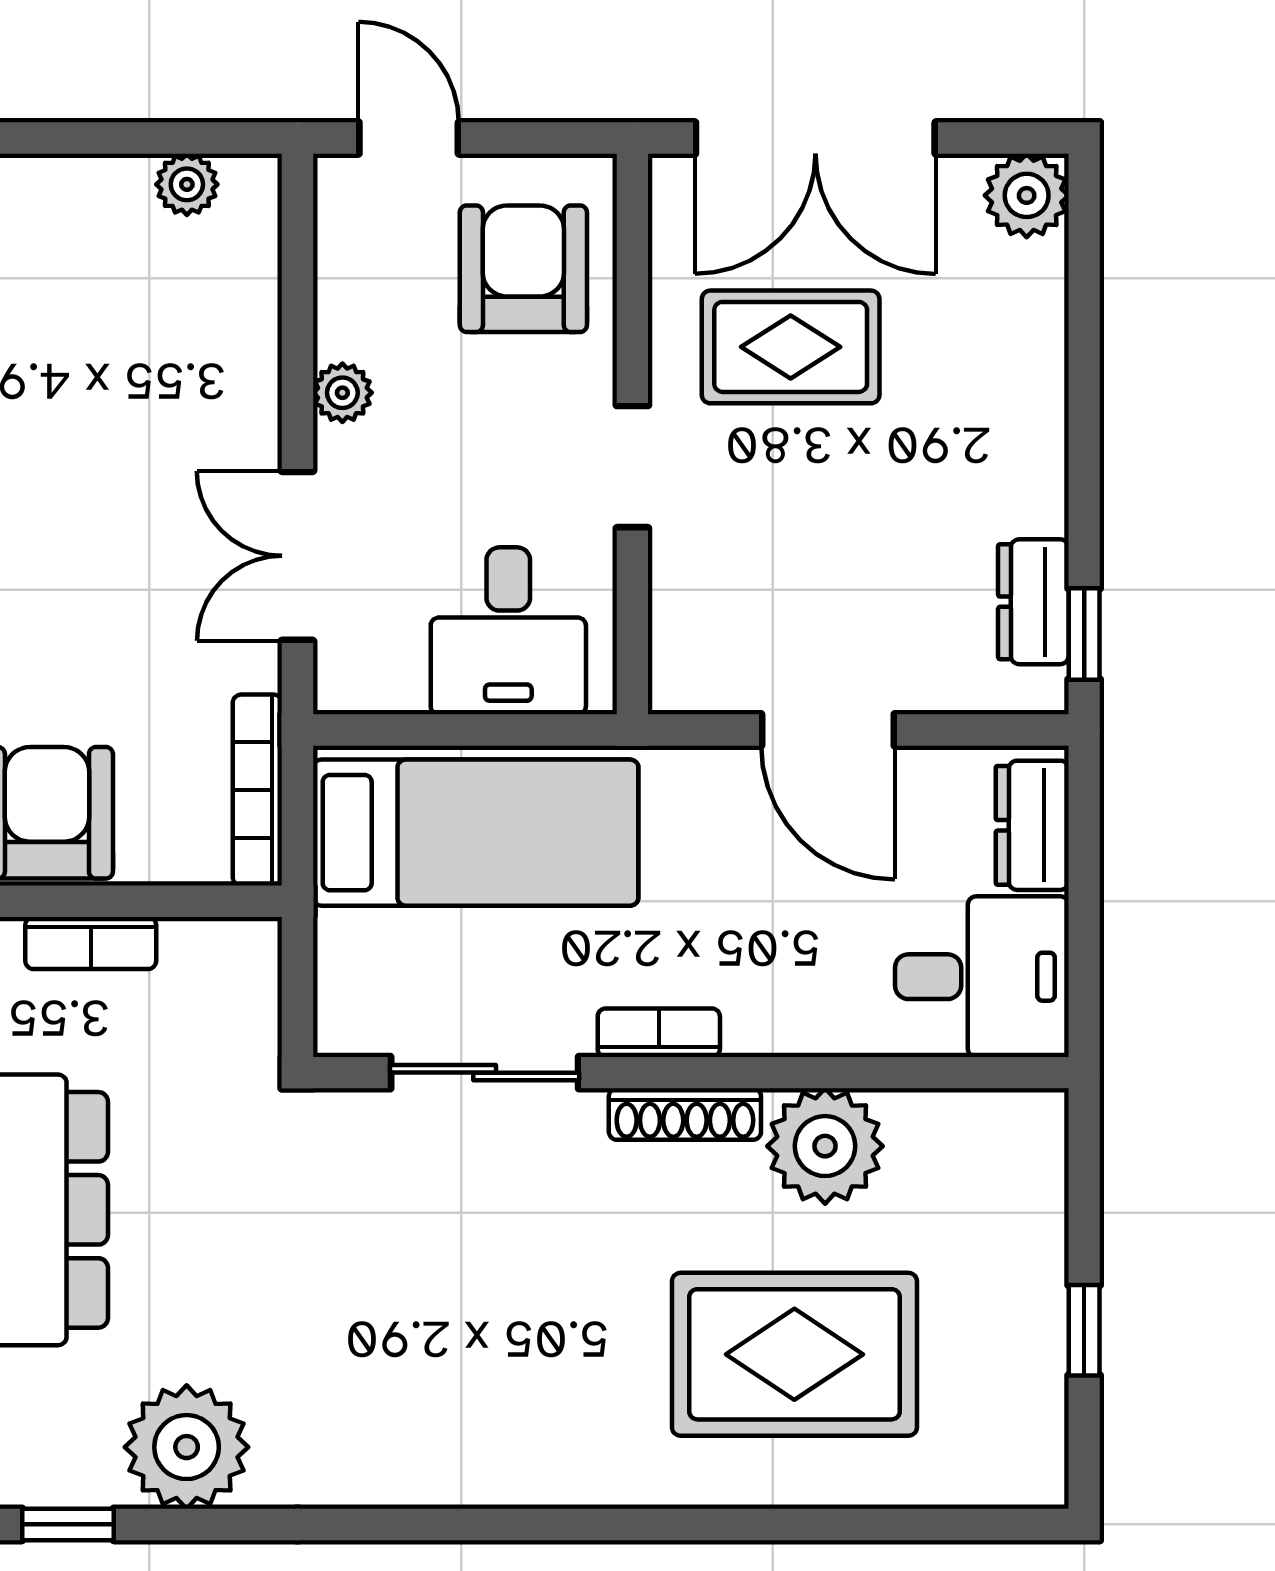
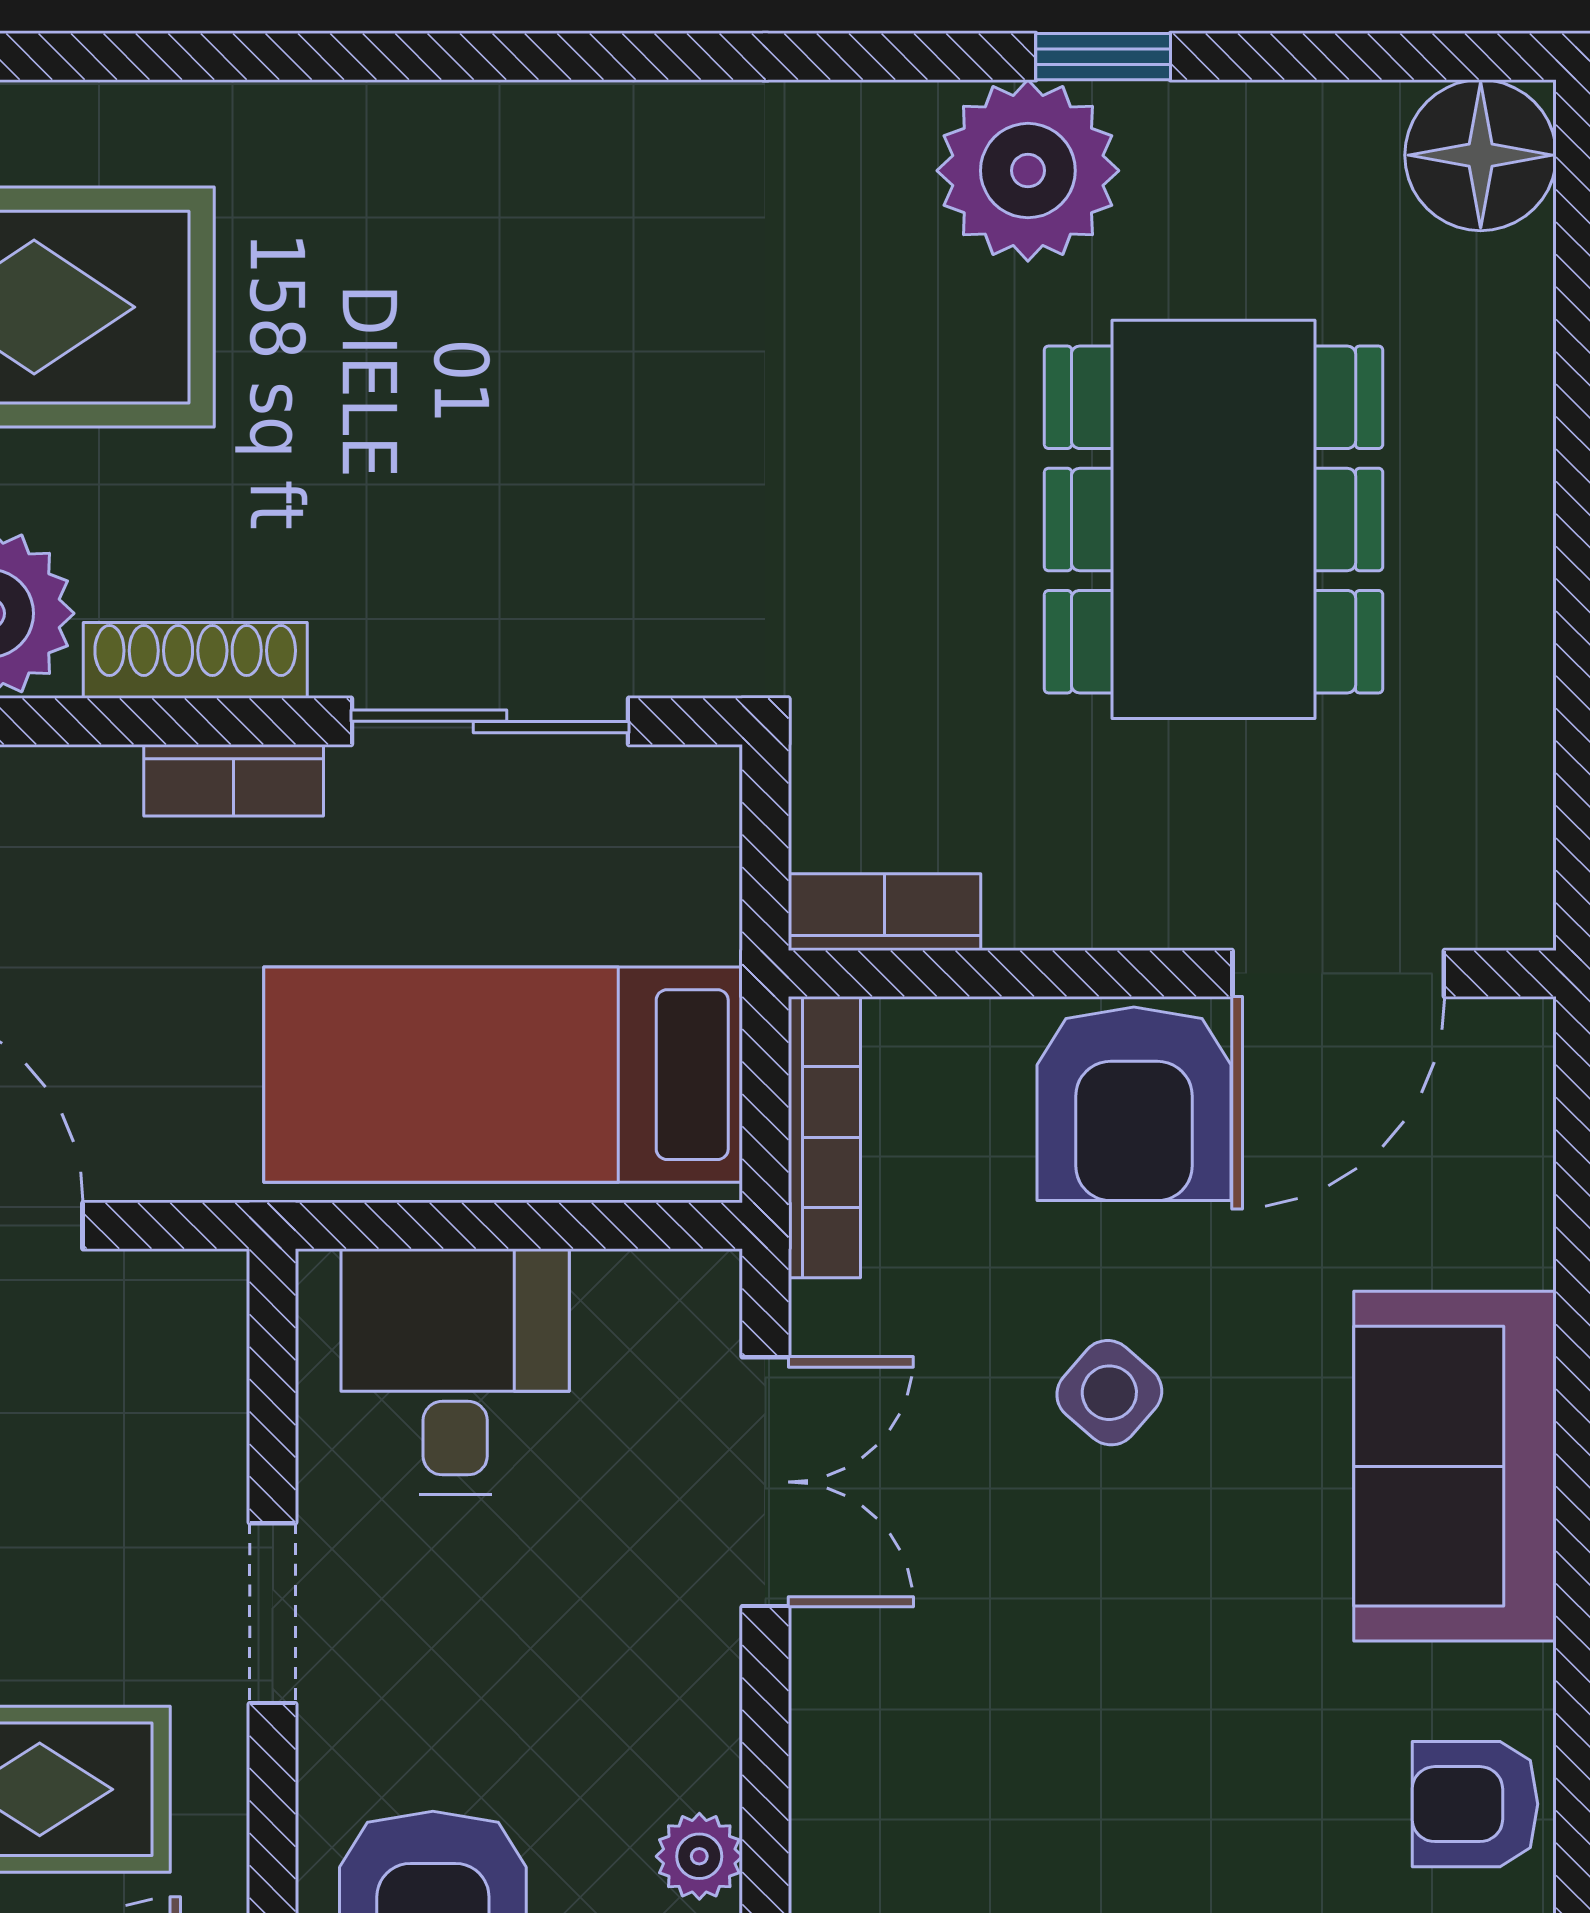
plant: (342, 393) -> (699, 1856), moved
side table: (64, 616) -> (1109, 1393), added
bookcase: (91, 943) -> (885, 912), moved
plant: (187, 1447) -> (1028, 171), moved

